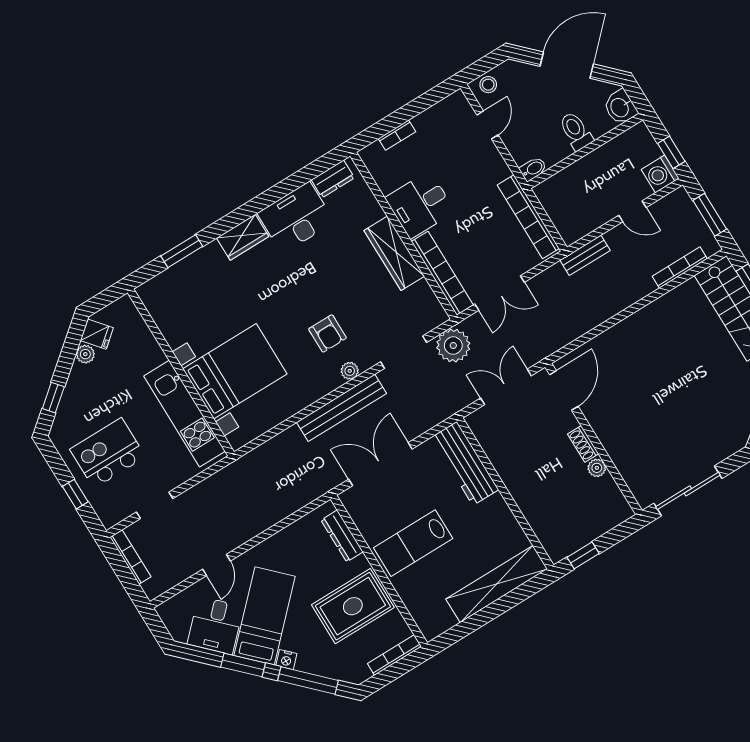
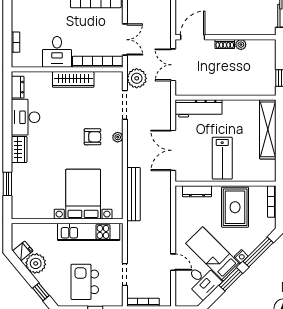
plant: (85, 354) -> (36, 263), width x1.87, depth x1.87
door: (564, 390) -> (193, 37), hinge flipped
bench: (341, 408) -> (134, 194), moved

